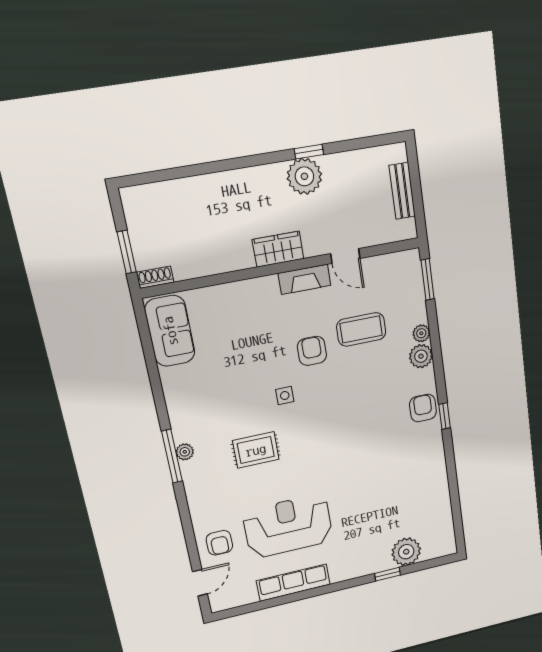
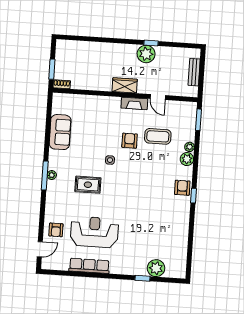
sofa: (170, 331) -> (60, 132), moved

